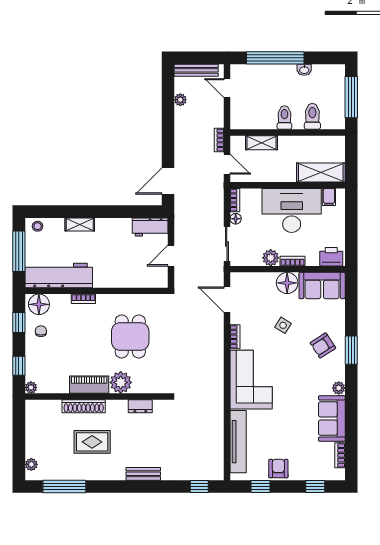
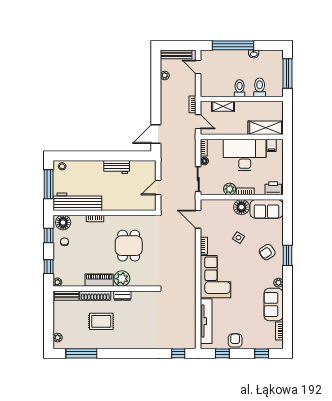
shelving: (80, 225) -> (92, 165), removed
workbench: (150, 227) -> (117, 167), moved
dresser: (140, 406) -> (122, 296), moved
bench: (143, 474) -> (67, 296), moved

